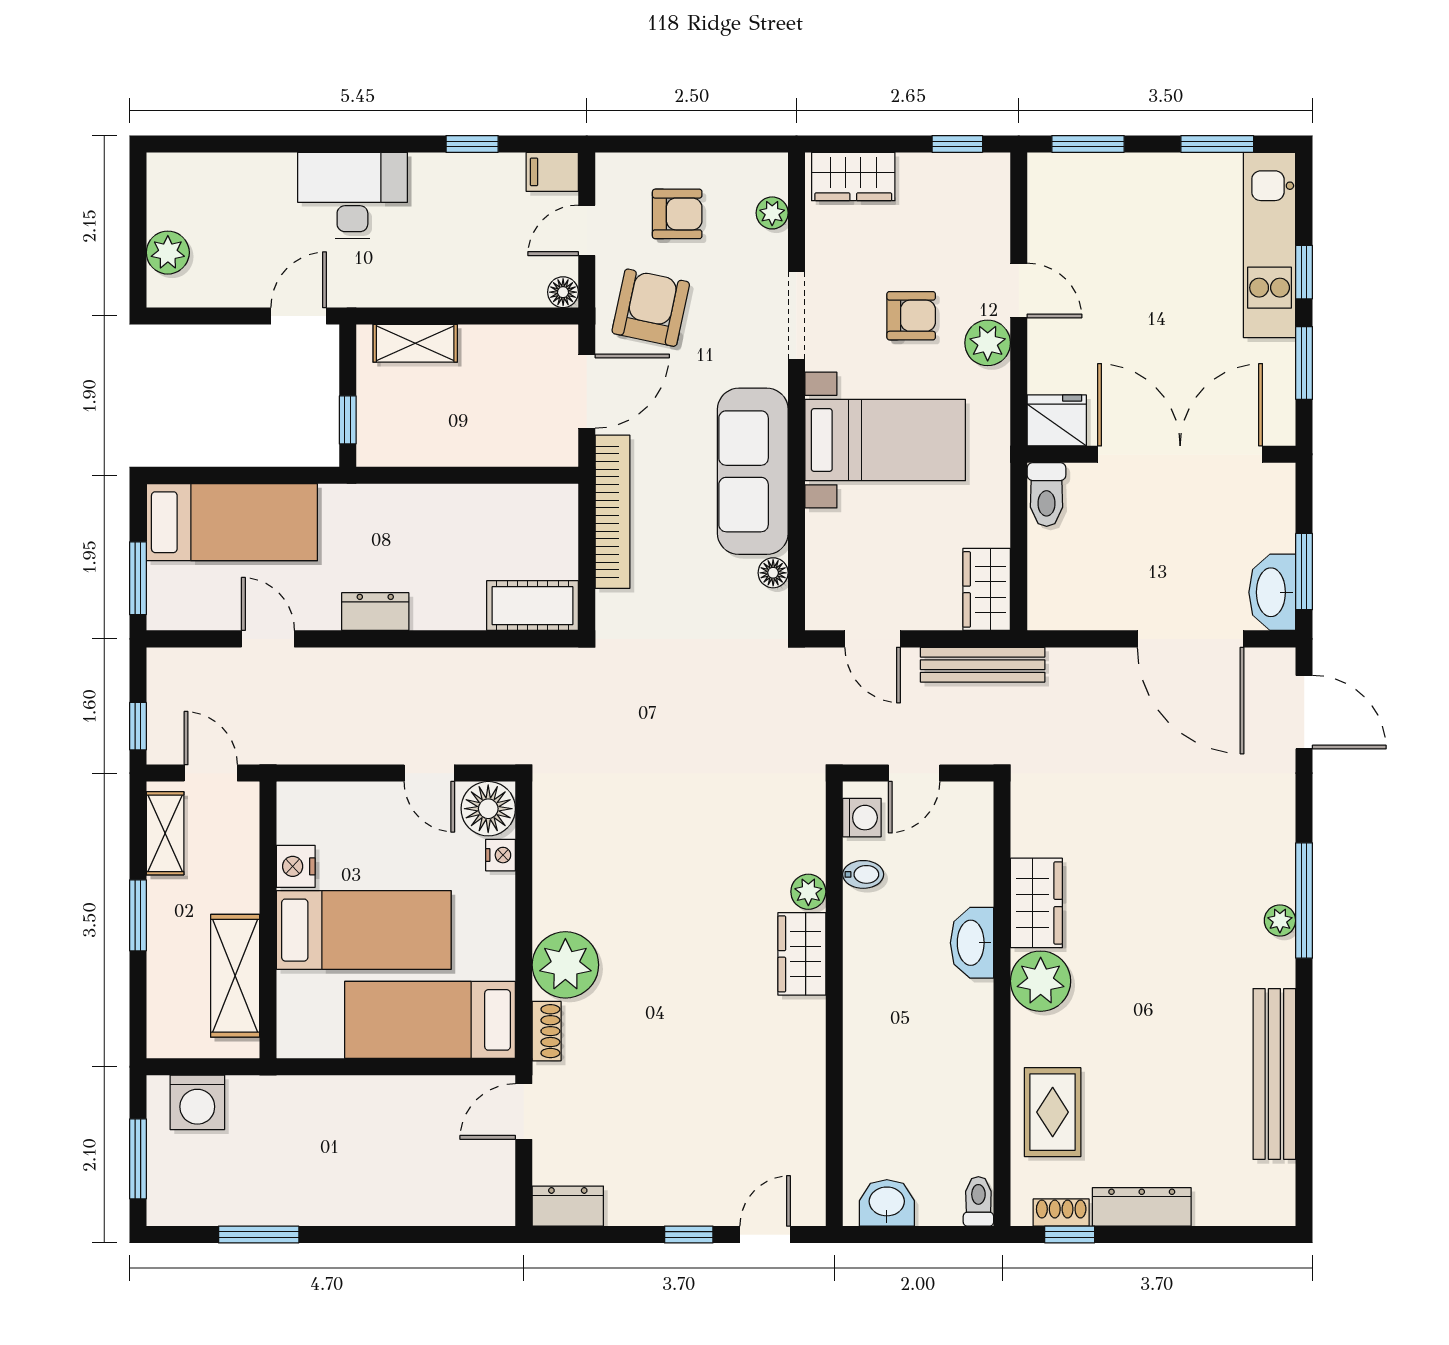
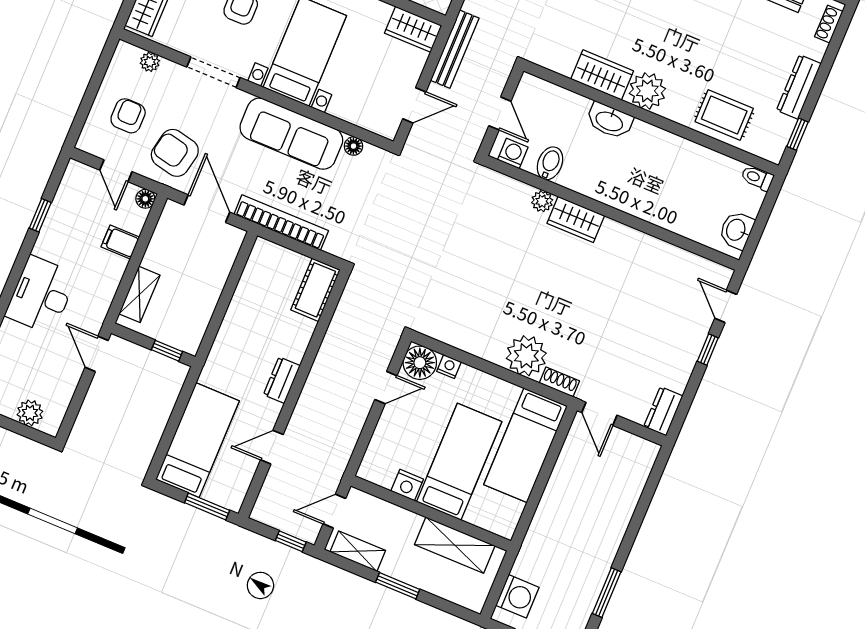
filing cabinet: (552, 172) -> (120, 242), moved, turned 90
bidet: (863, 874) -> (550, 163), width x1.38, depth x1.36
shoe rack: (1061, 1213) -> (829, 24), moved

